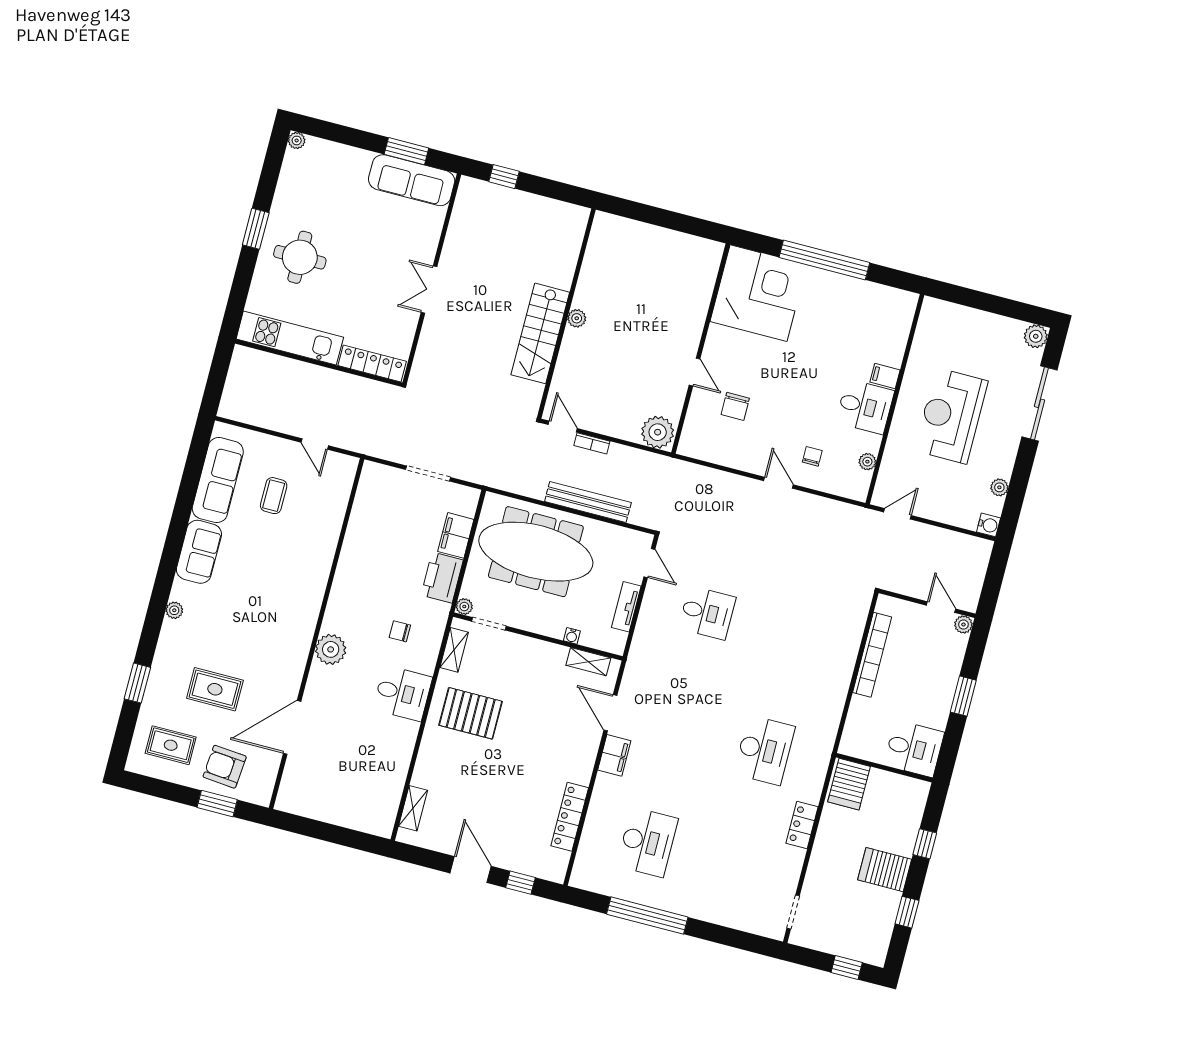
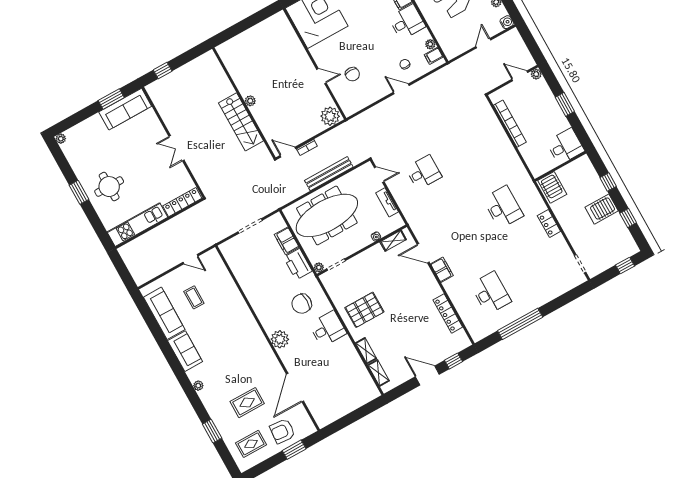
filing cabinet: (858, 480) -> (434, 56), added
door: (897, 514) -> (483, 43), moved
chair: (400, 631) -> (302, 304), width x1.87, depth x1.87
shelving: (454, 650) -> (366, 351), moved

